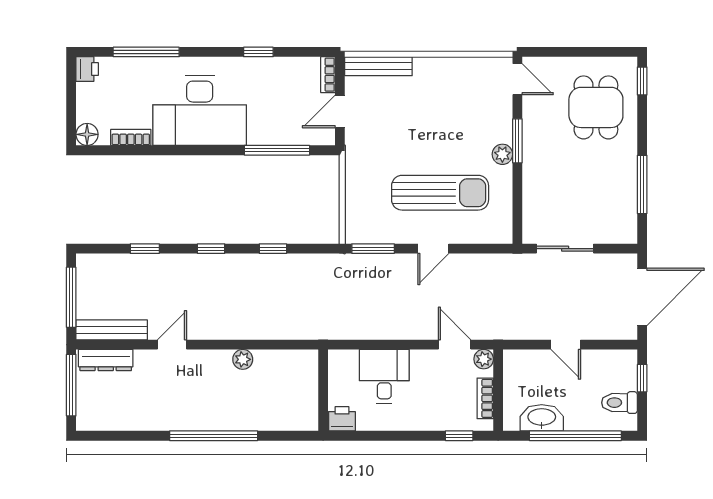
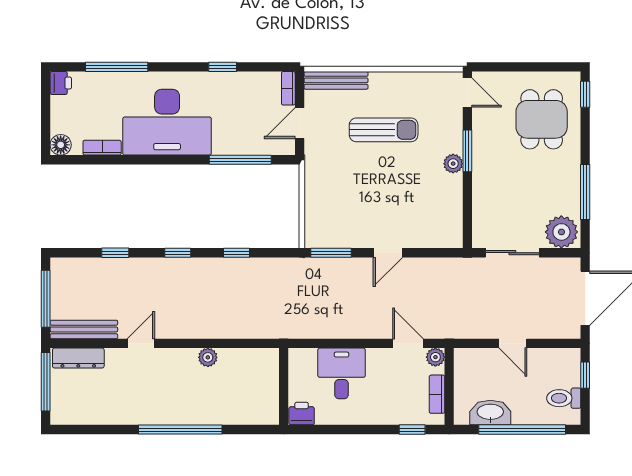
sun lounger: (440, 193) -> (384, 130), moved, width x0.73, depth x0.75
plant: (617, 227) -> (561, 232), added

